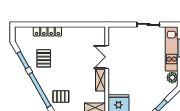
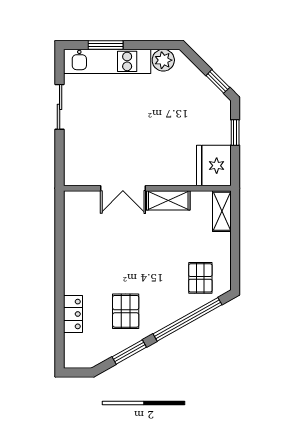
locker: (47, 31) -> (73, 314), width x0.66
pallet: (44, 58) -> (126, 311), turned 90

